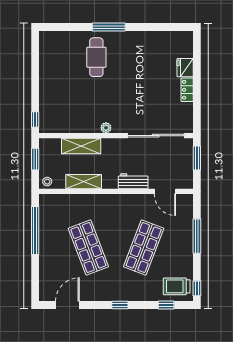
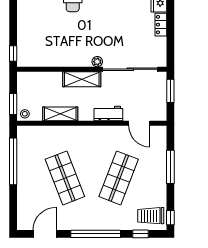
plant: (106, 128) -> (97, 62), moved
shelving: (81, 146) -> (82, 79), moved
window: (35, 159) -> (13, 104), moved
window: (120, 305) -> (96, 234), width x3.17

